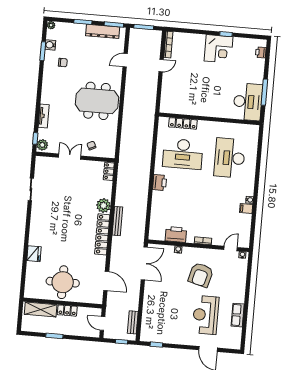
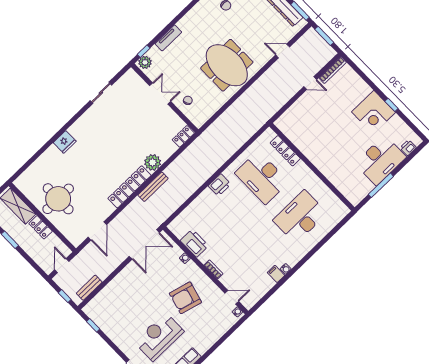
desk: (248, 102) -> (380, 160), moved
fridge: (34, 254) -> (65, 142), moved

